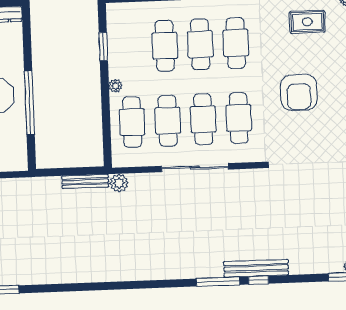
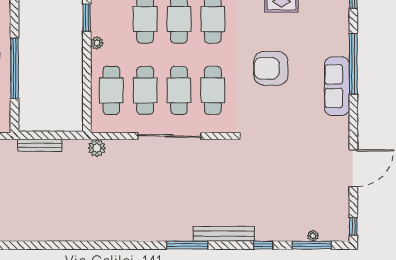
plant: (116, 86) -> (97, 43), moved
armchair: (299, 92) -> (271, 68), turned 90
bench: (85, 182) -> (40, 145), moved
window: (259, 280) -> (263, 245), moved

